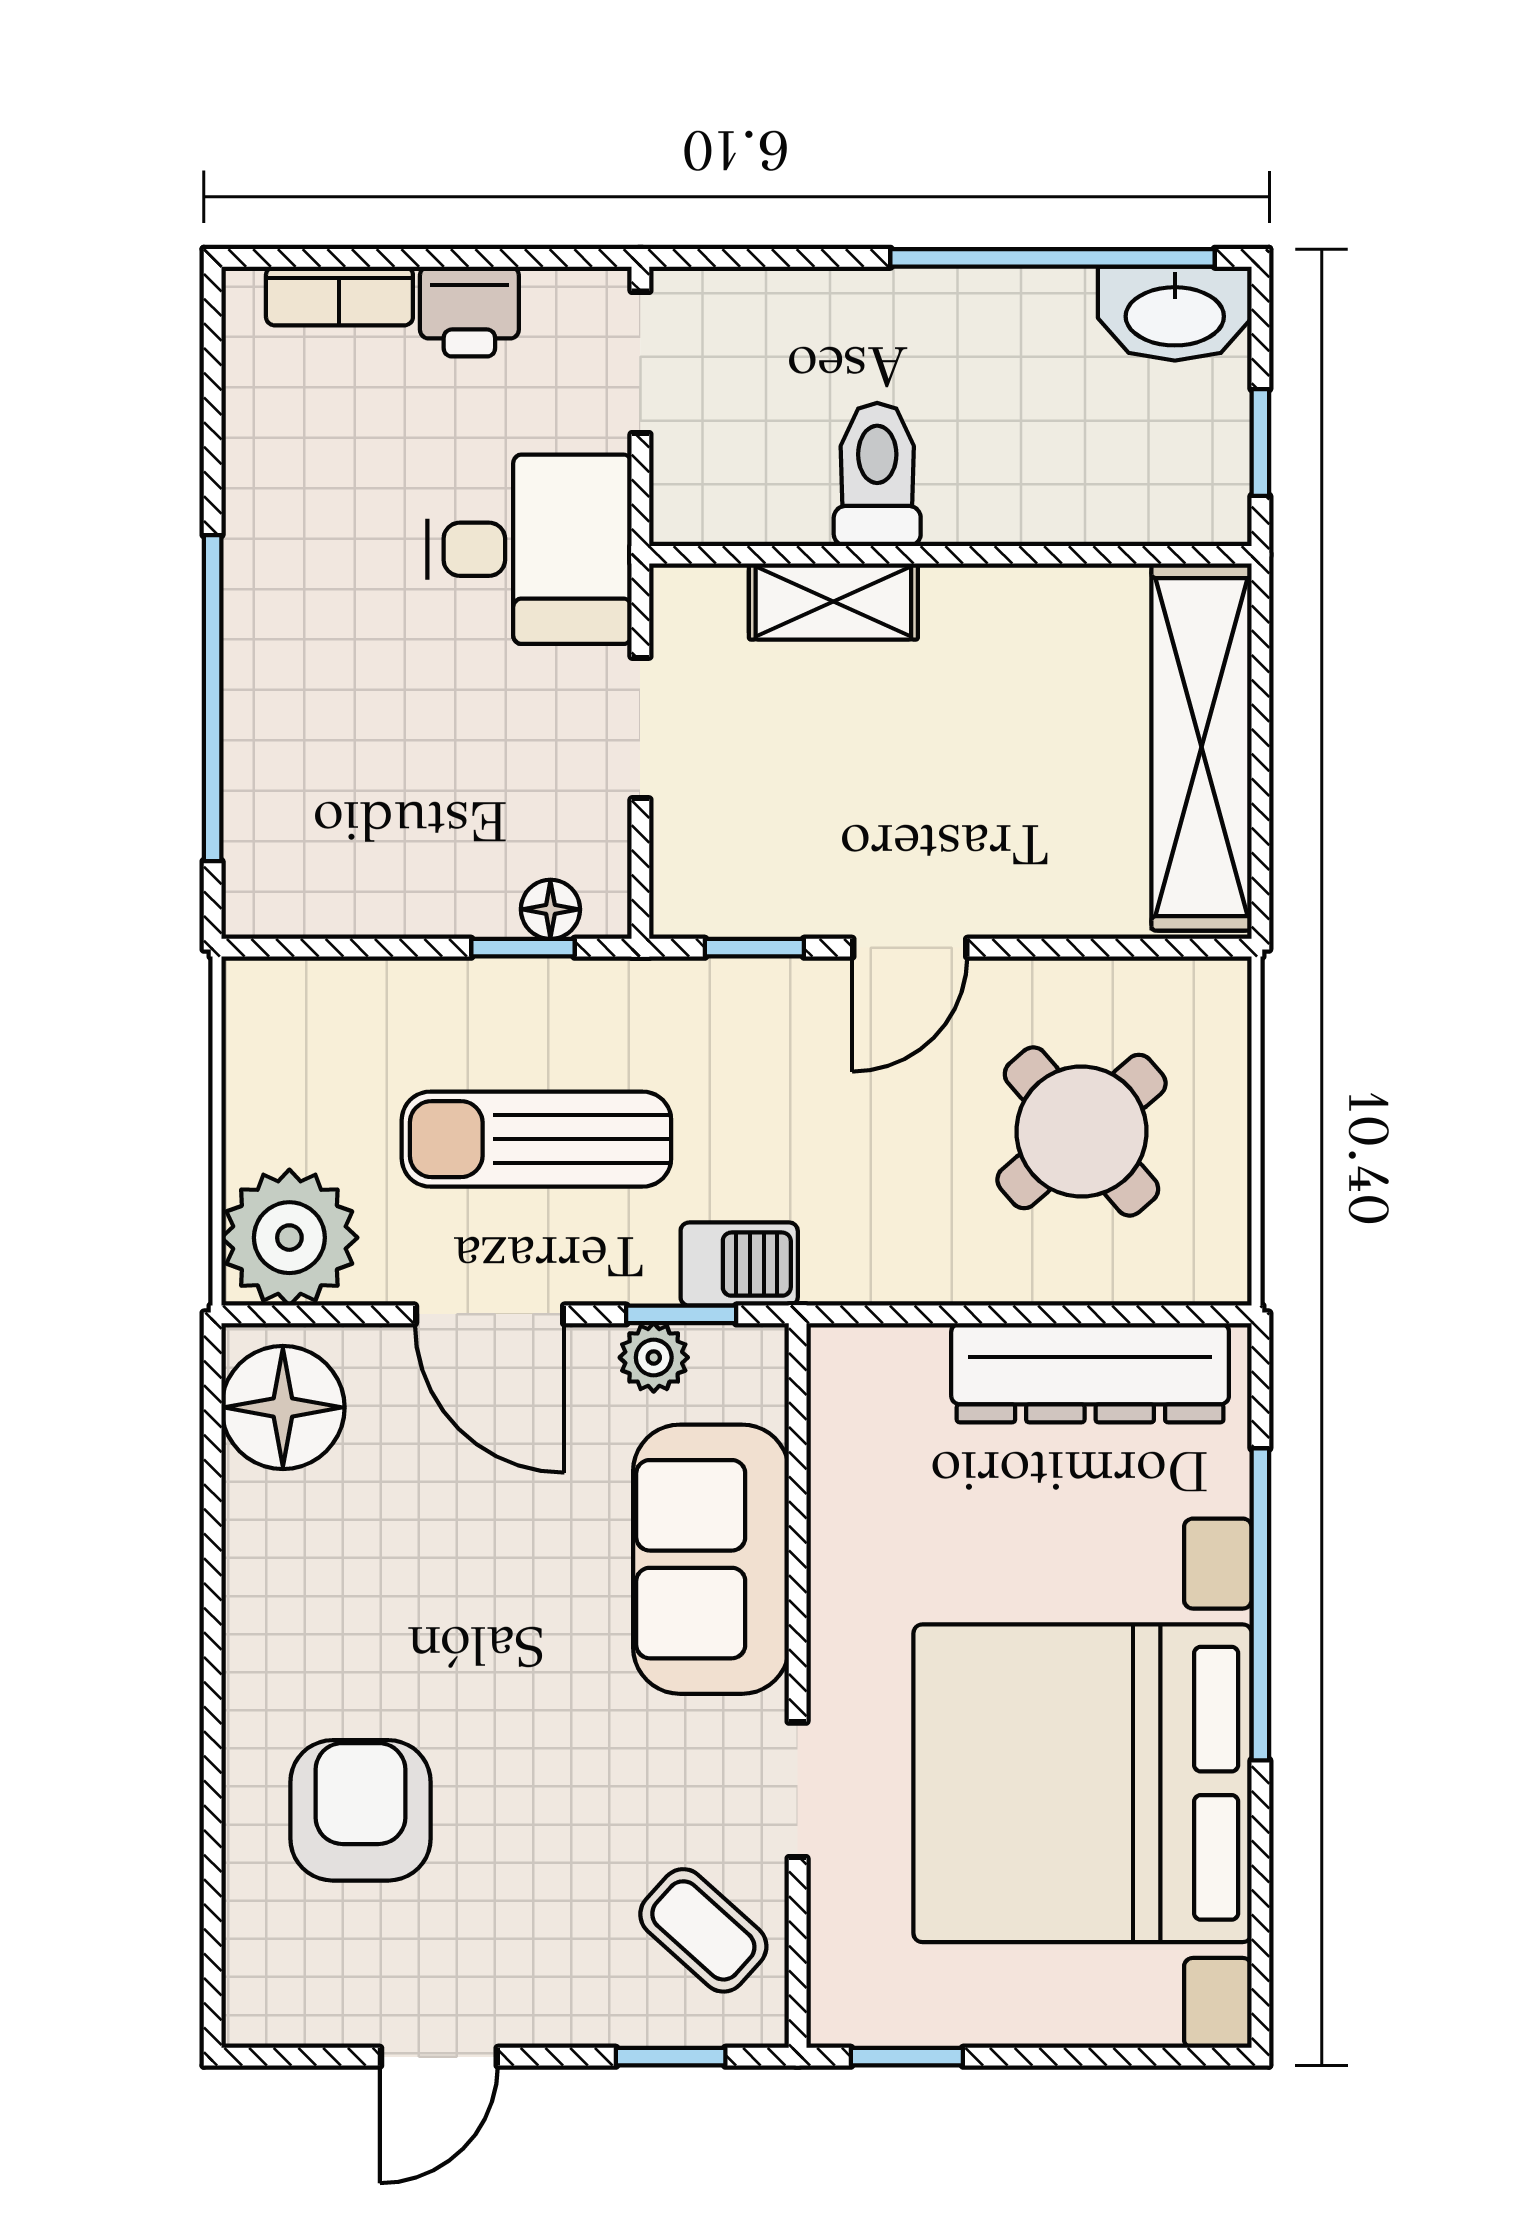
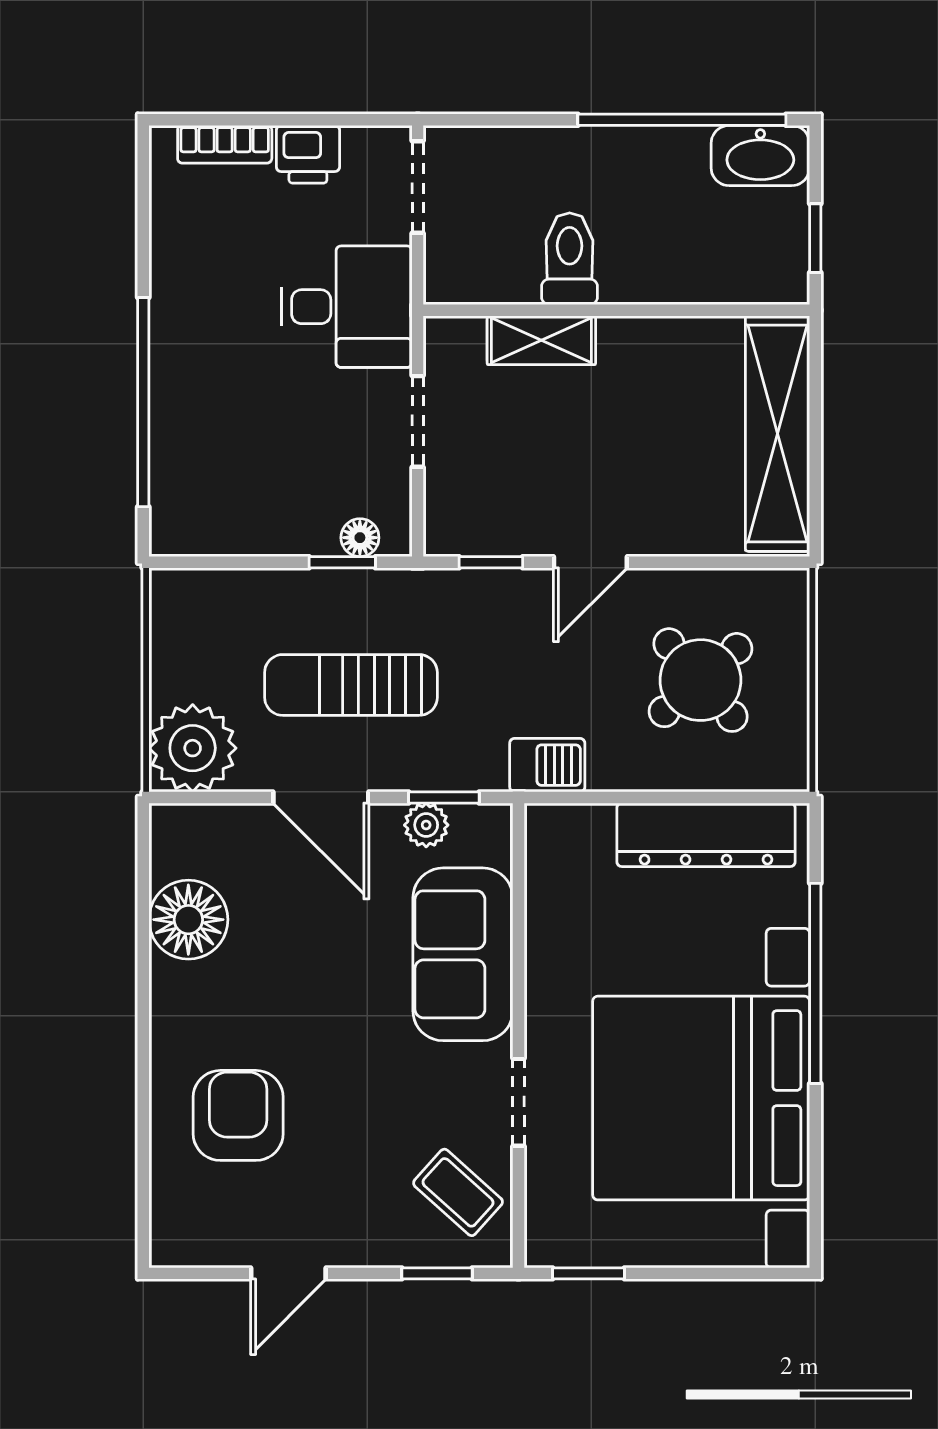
barbecue: (739, 1264) -> (547, 765), moved
floor lamp: (283, 1407) -> (188, 920), moved

